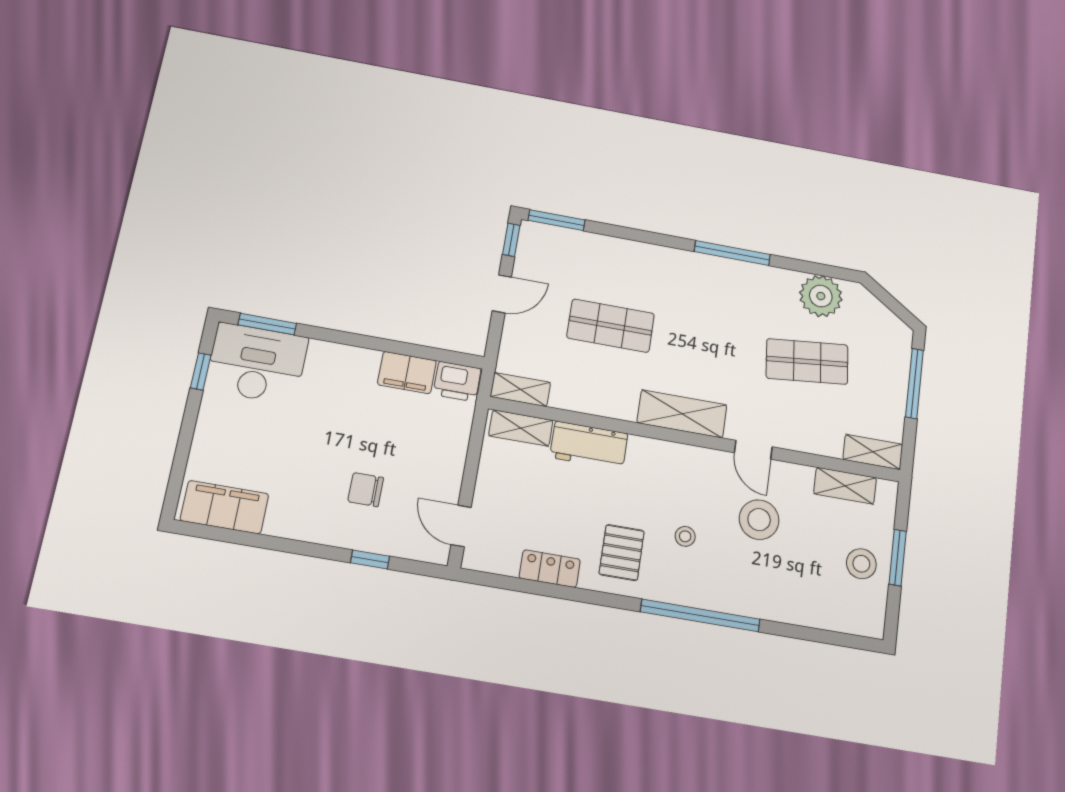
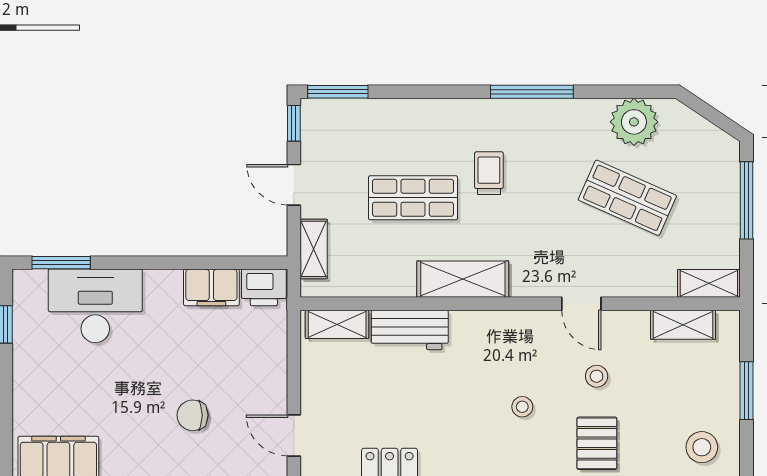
door: (502, 294) -> (294, 185), swing flipped
trolley: (684, 317) -> (489, 173), added
shop shelf: (807, 361) -> (627, 198), turned 30
desk: (257, 363) -> (95, 306), moved
shelving: (520, 390) -> (314, 249), moved, turned 90
shelving: (682, 414) -> (463, 279), moved
stool: (759, 520) -> (597, 376), width x0.53, depth x0.53
pallet: (622, 553) -> (597, 443), moved
stool: (861, 564) -> (702, 447), moved

